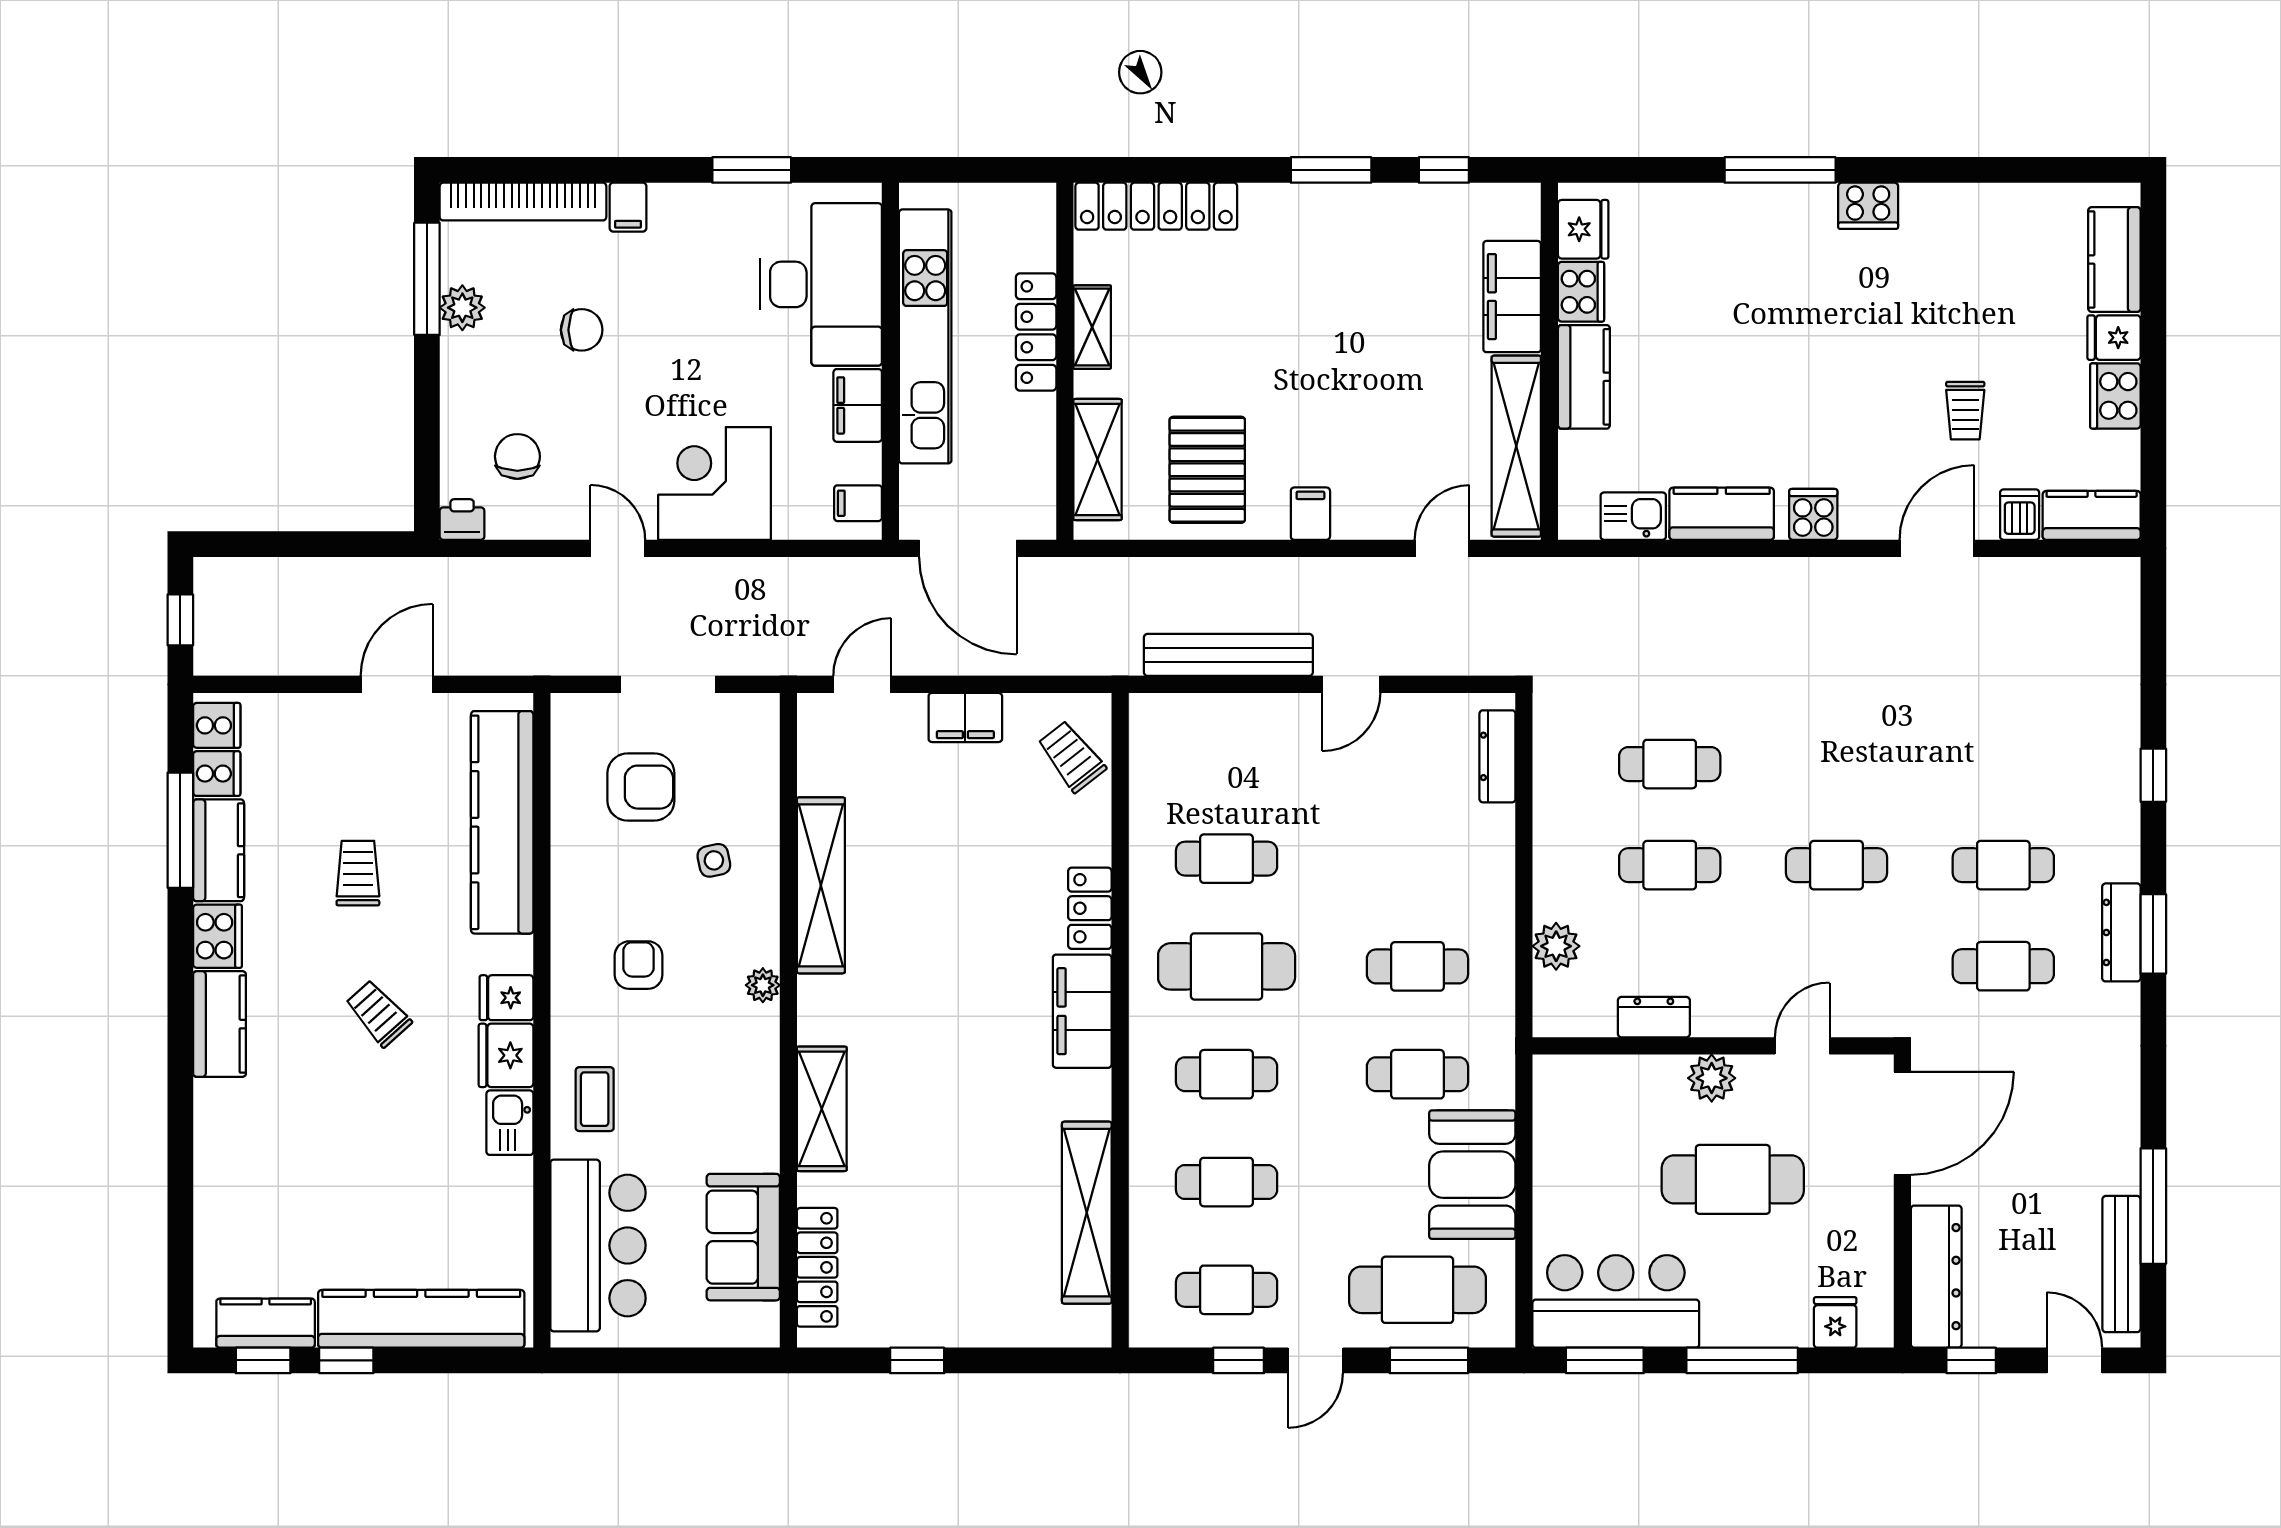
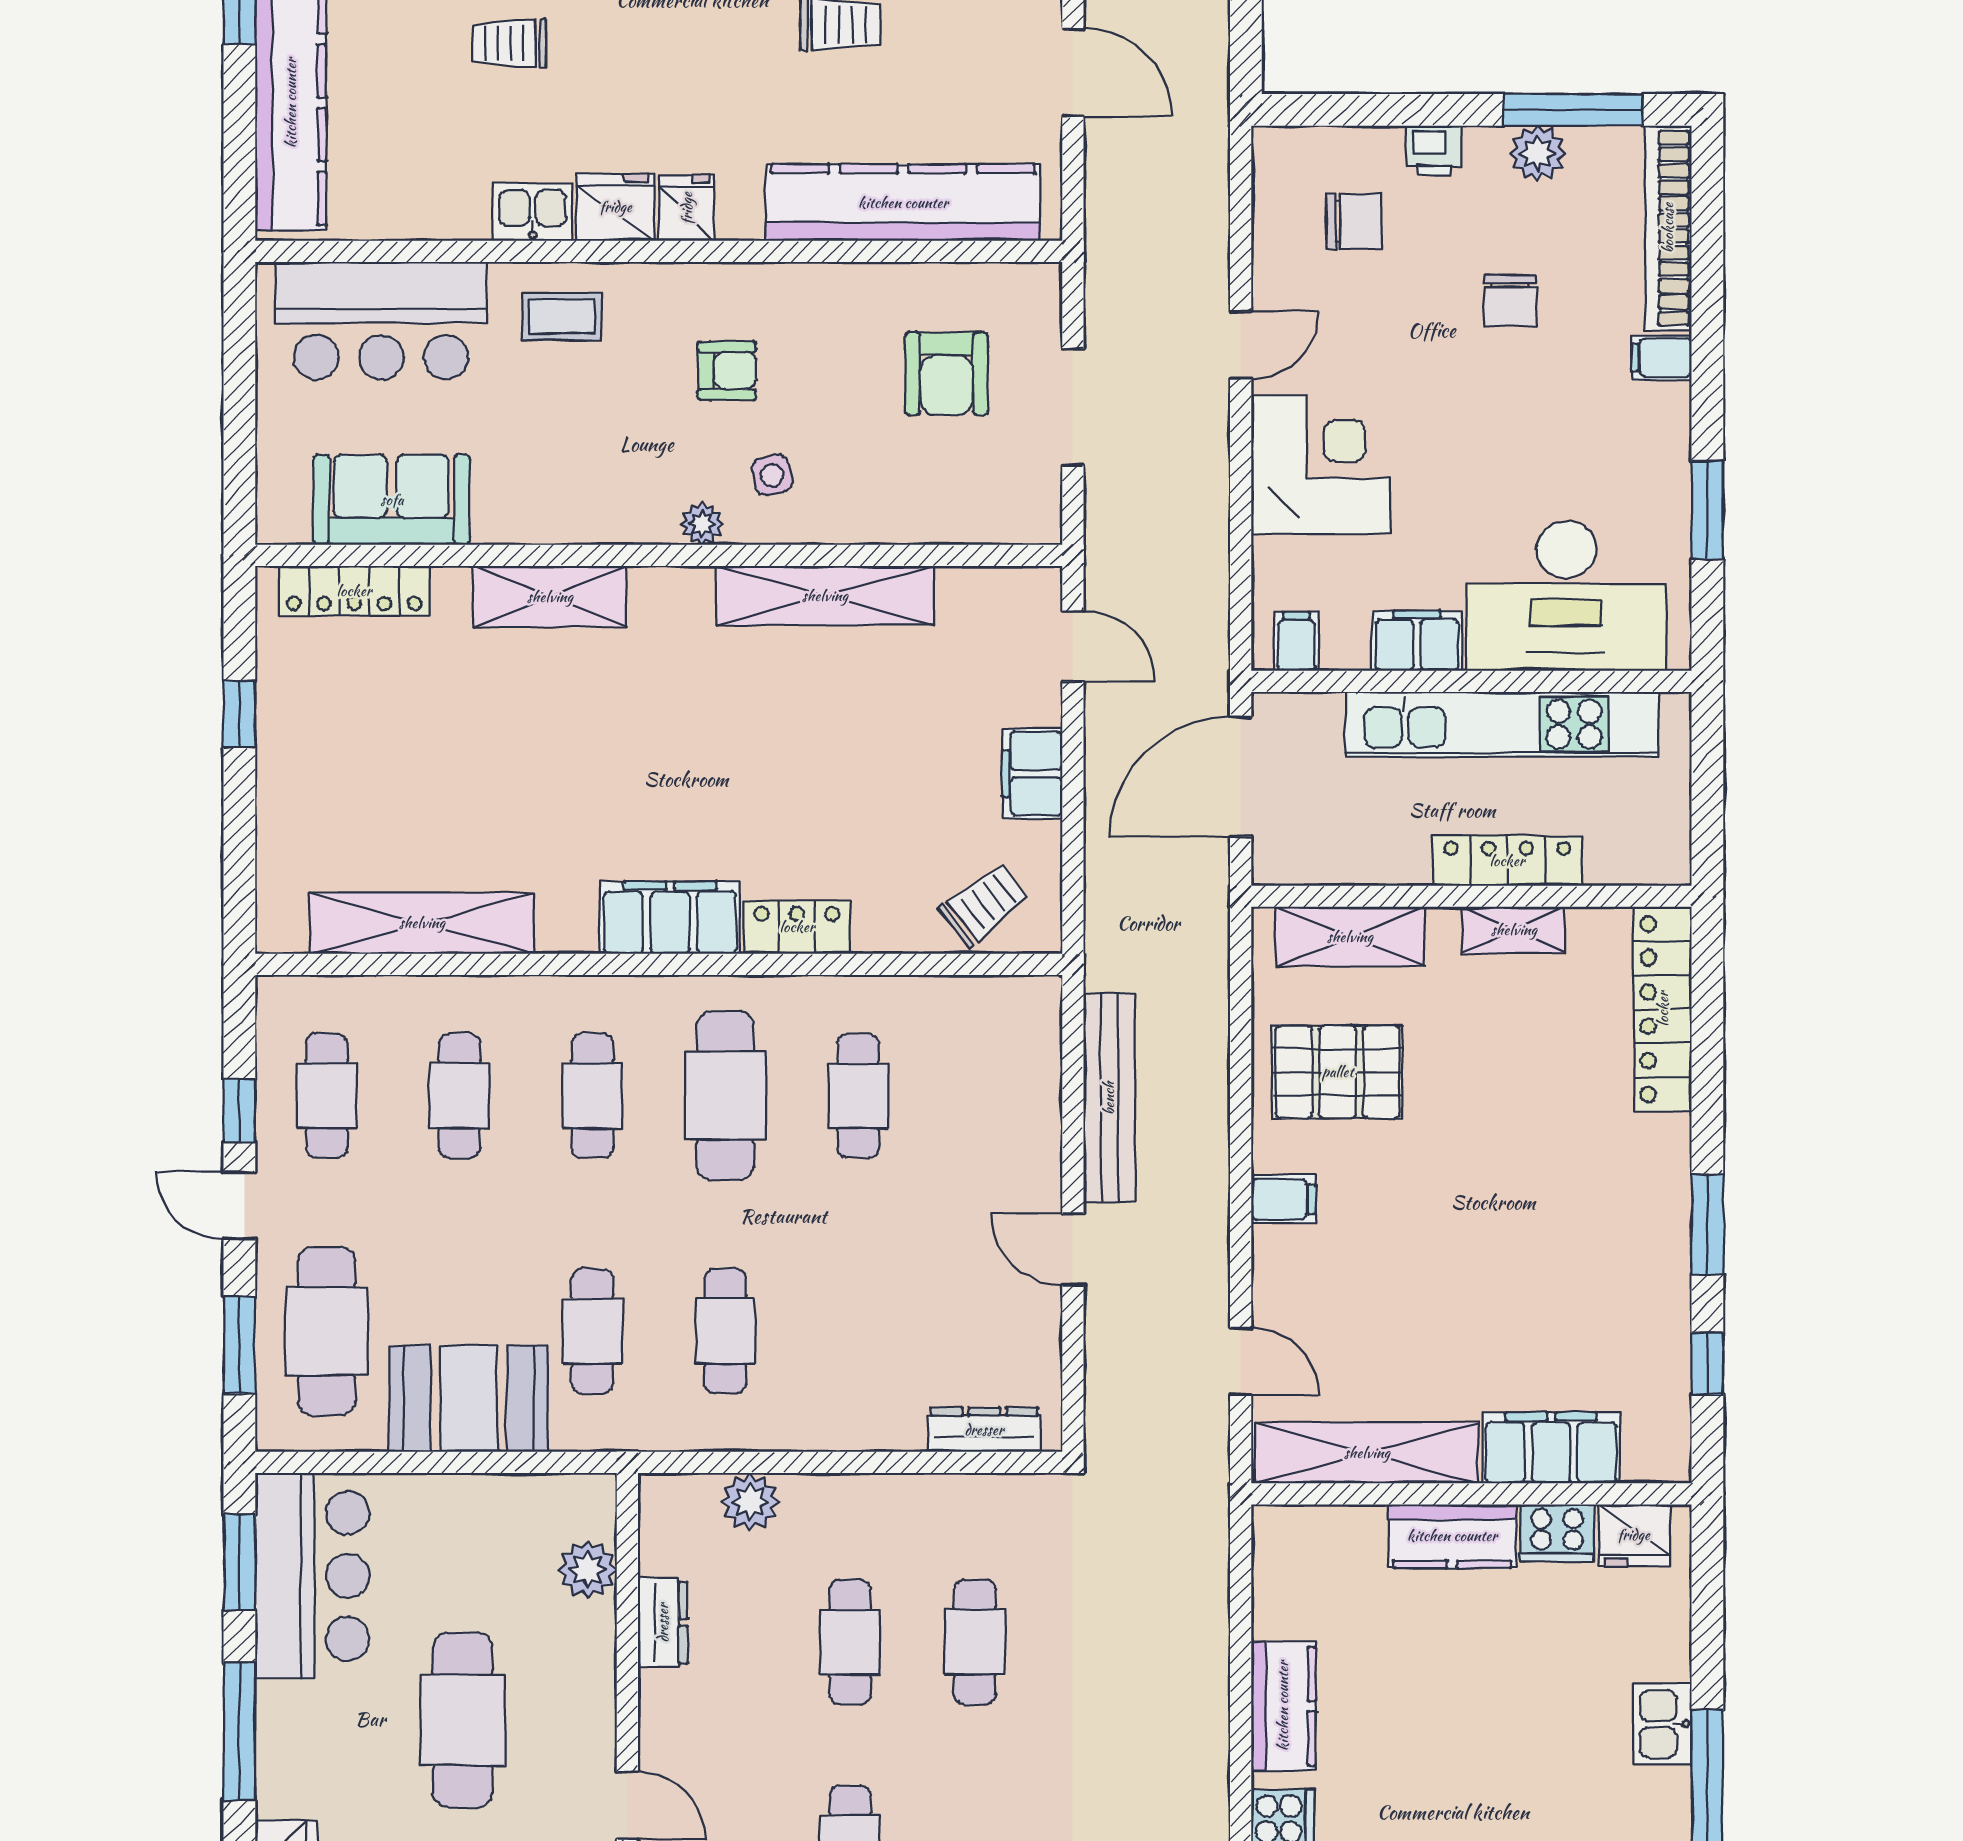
kitchen sink: (1633, 516) -> (1662, 1724), moved, turned 180
printer: (462, 520) -> (1434, 151), moved, turned 90
side table: (714, 860) -> (772, 475), moved
trolley: (378, 1013) -> (509, 43), moved, turned -138
plant: (1712, 1078) -> (588, 1570), moved

